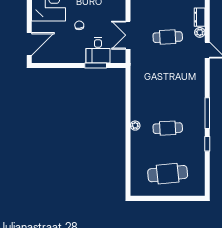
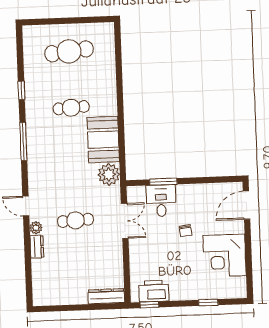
booth: (143, 101) -> (103, 140), added
window: (207, 113) -> (23, 141), moved
plant: (135, 126) -> (109, 174), moved, width x1.88, depth x1.88

